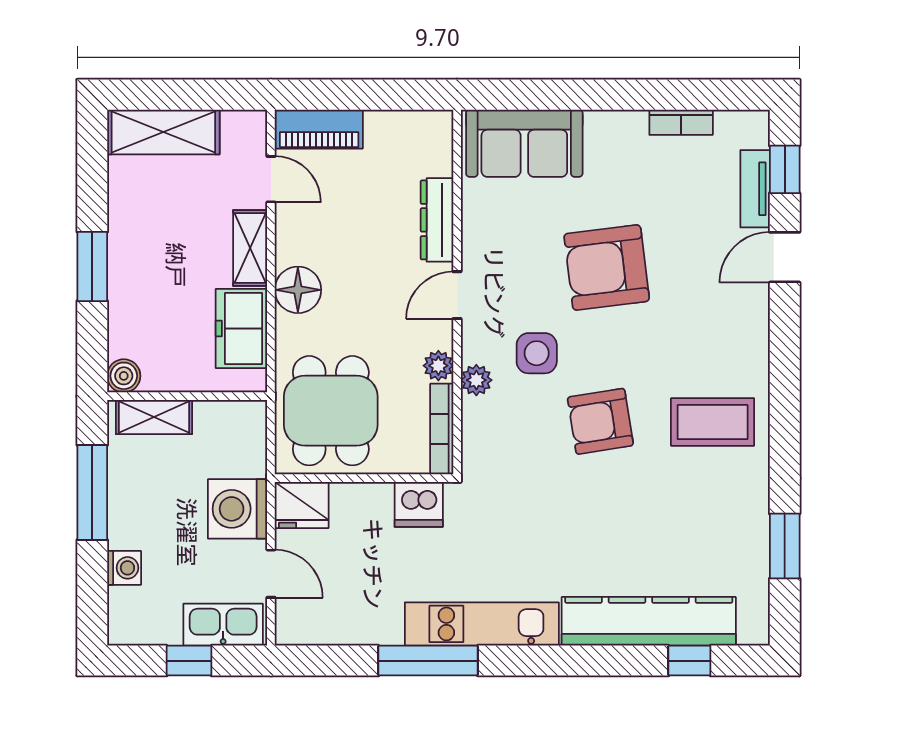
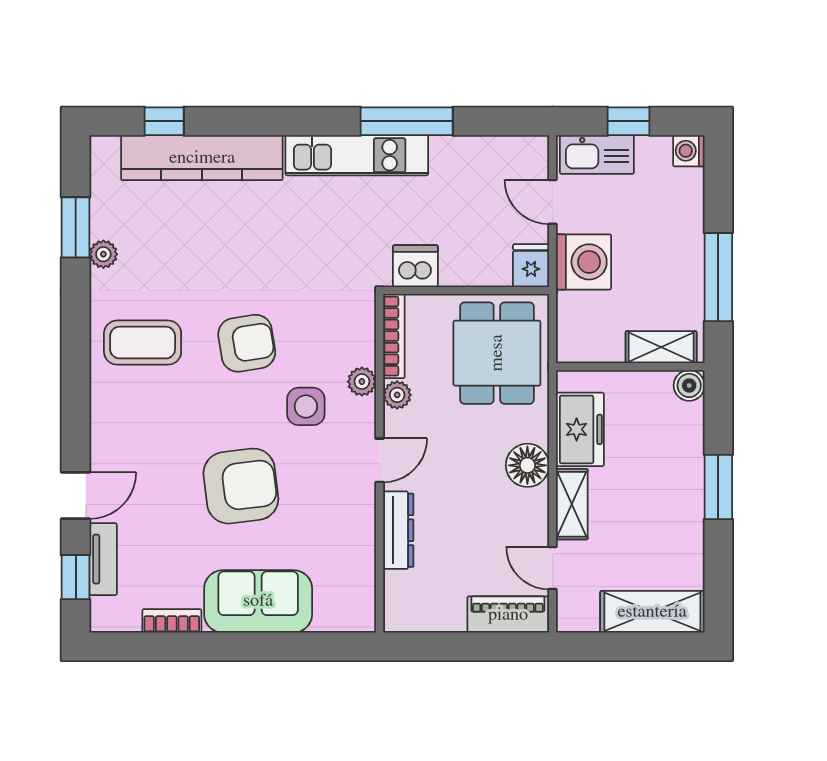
sofa: (524, 143) -> (258, 601), moved
fridge: (302, 505) -> (531, 266), width x0.72
plant: (755, 517) -> (103, 254), added
washing machine: (124, 568) -> (689, 151), moved

